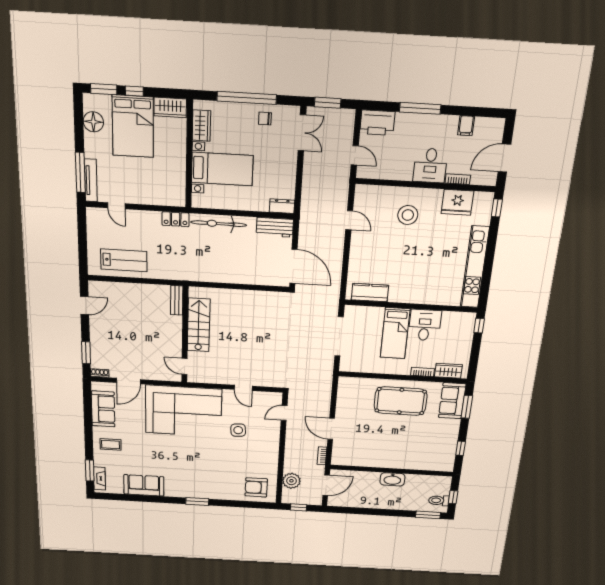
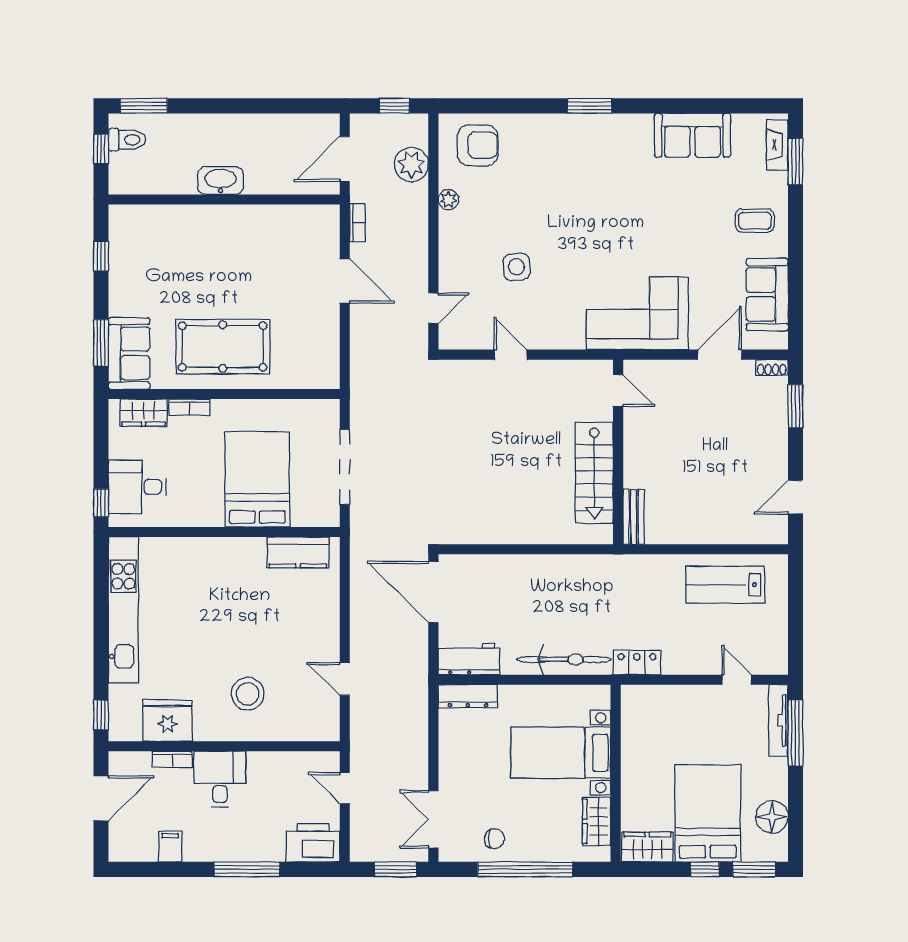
dresser: (282, 206) -> (468, 696), width x1.44
desk: (425, 325) -> (137, 487), moved, turned 90
bed: (395, 333) -> (257, 479), width x1.50
corner sofa: (183, 411) -> (637, 313), width x0.73, depth x0.74
plant: (273, 464) -> (449, 200), added

